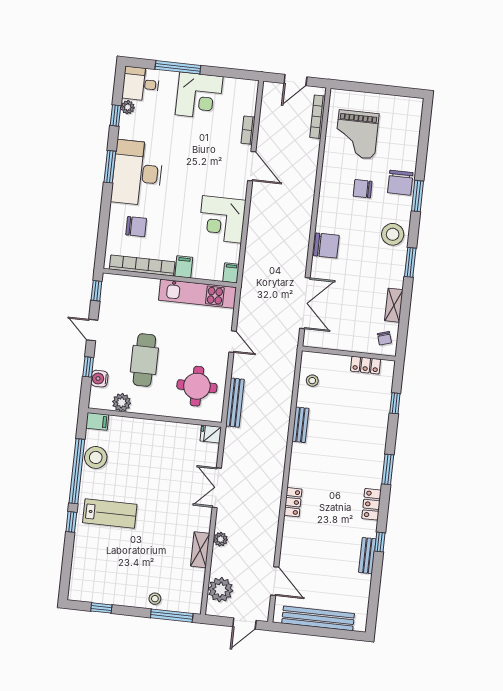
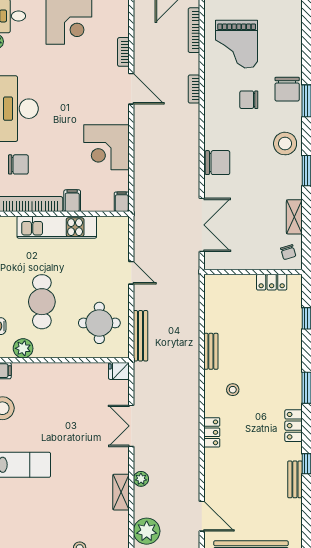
bookcase: (312, 173) -> (194, 89), added
kitchen unit: (197, 294) -> (57, 227), moved
stool: (312, 381) -> (233, 390), moved

